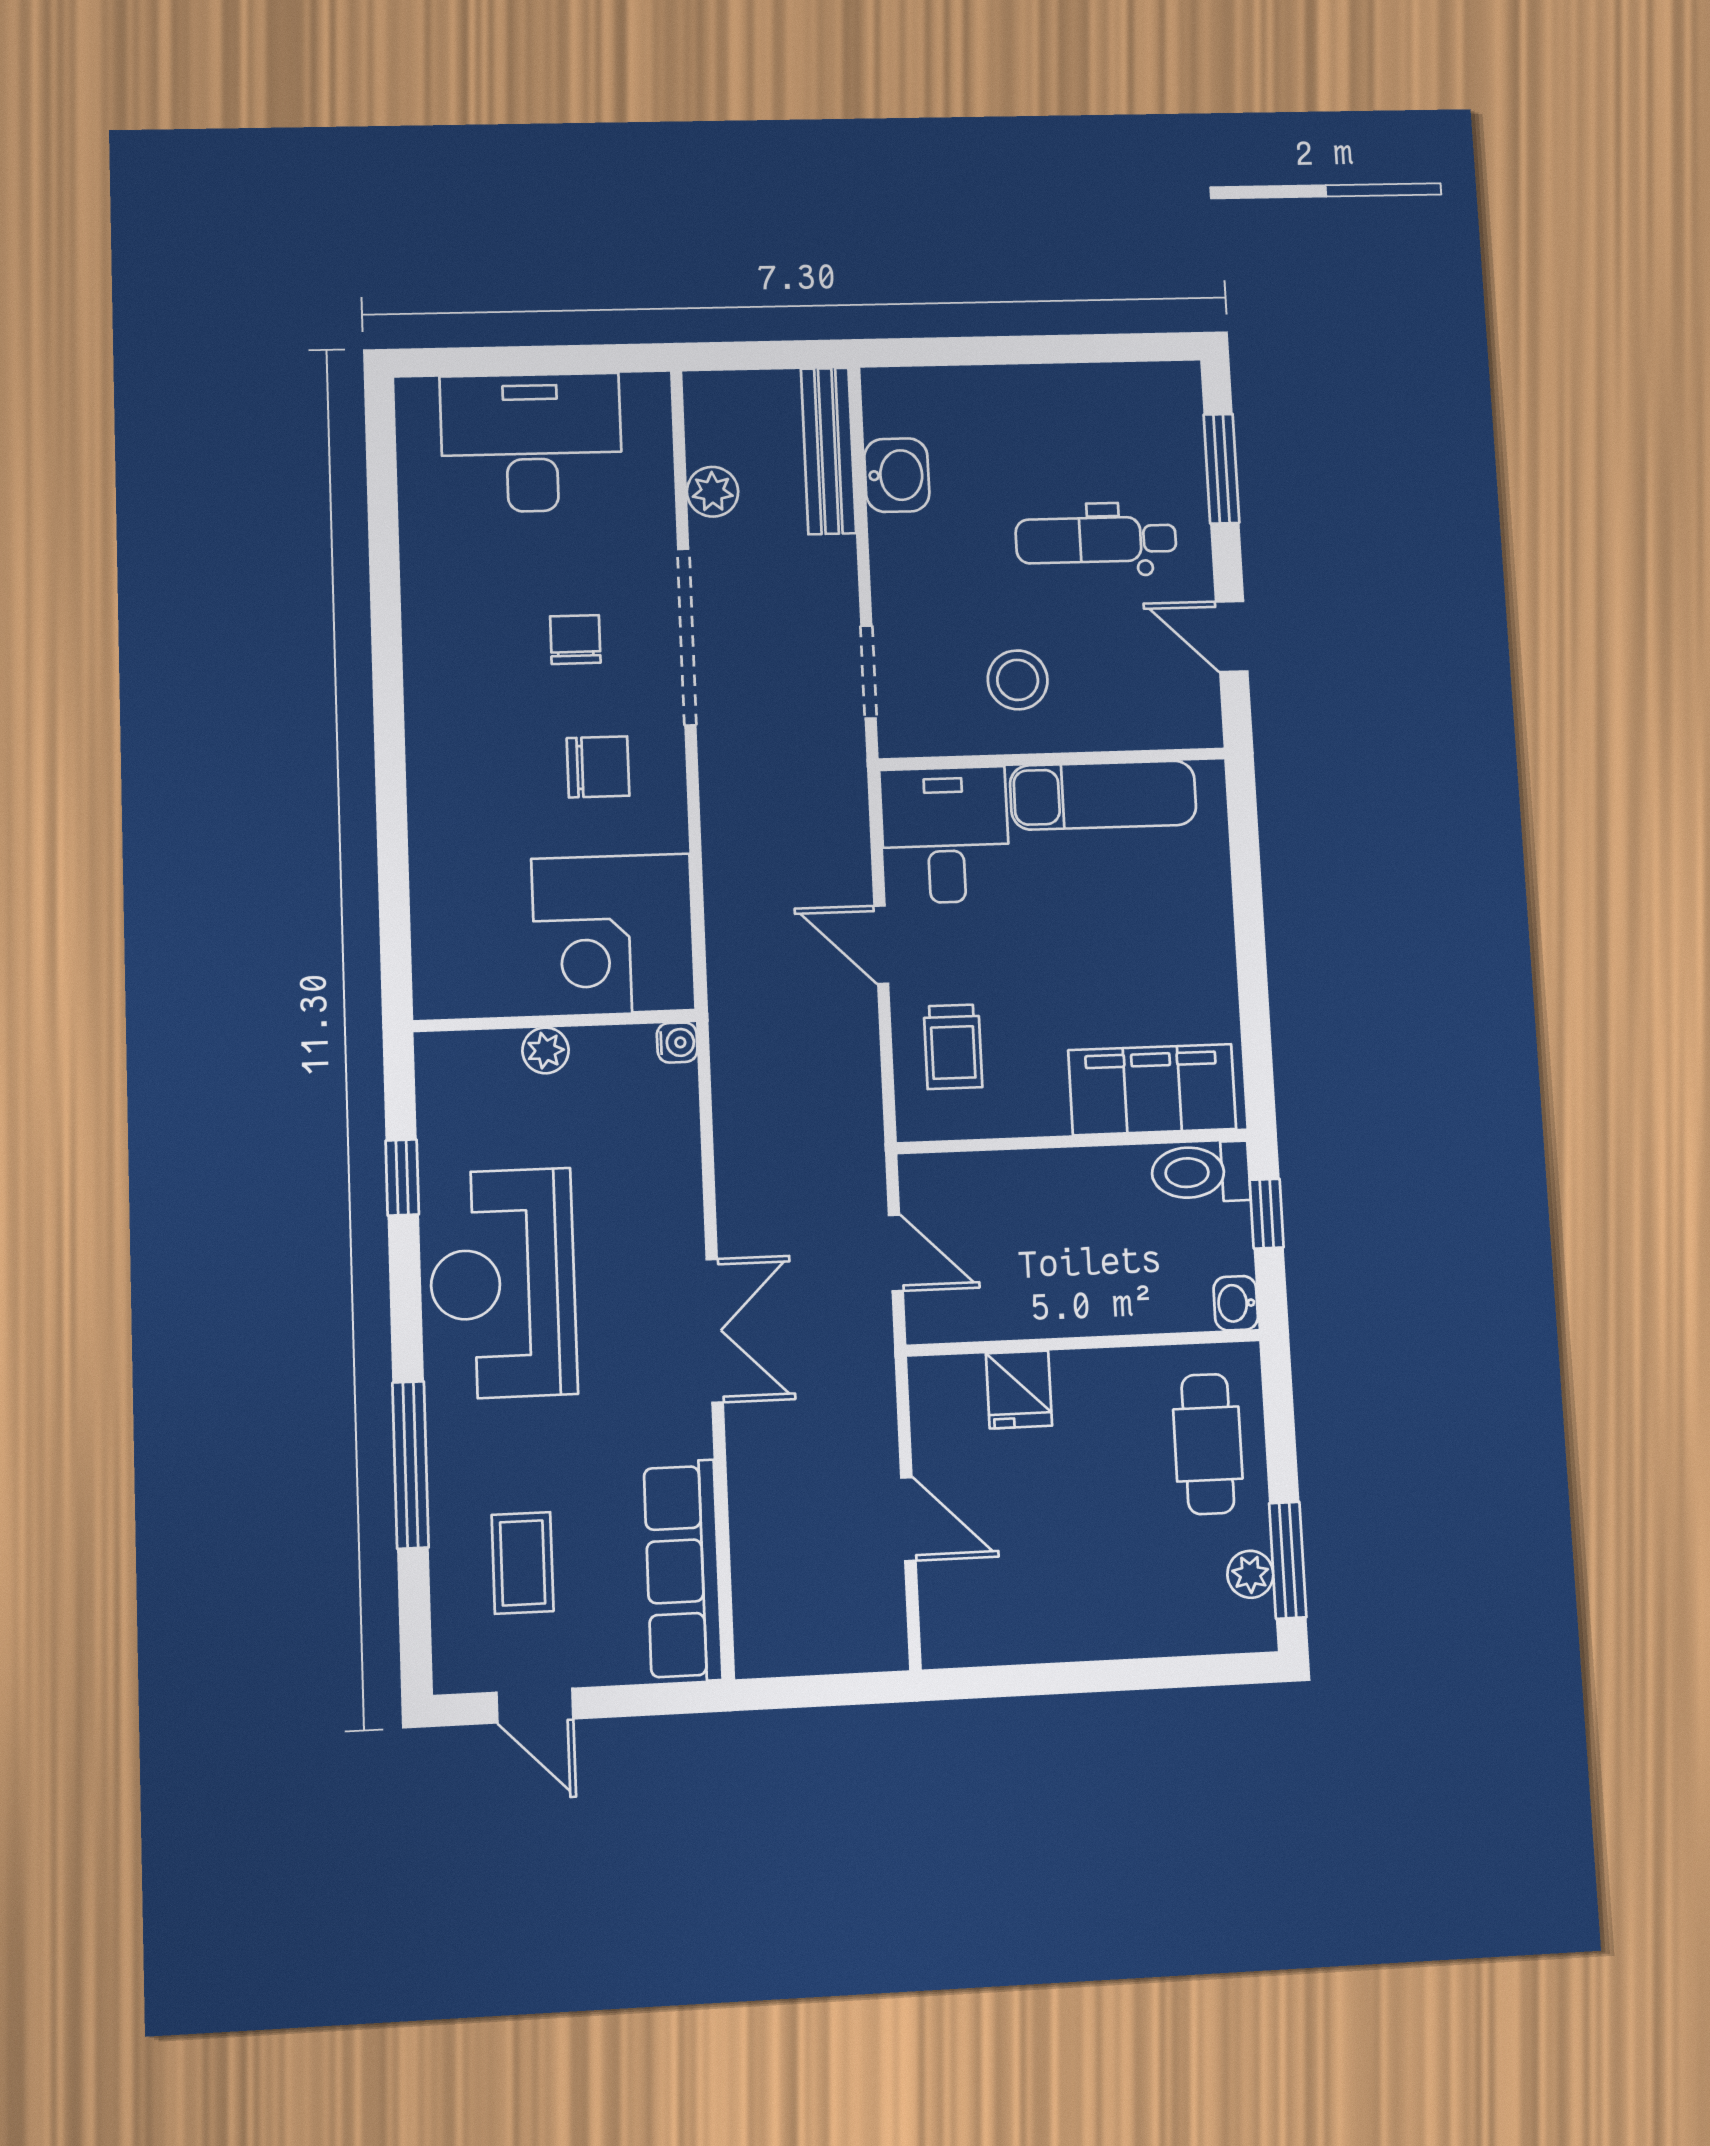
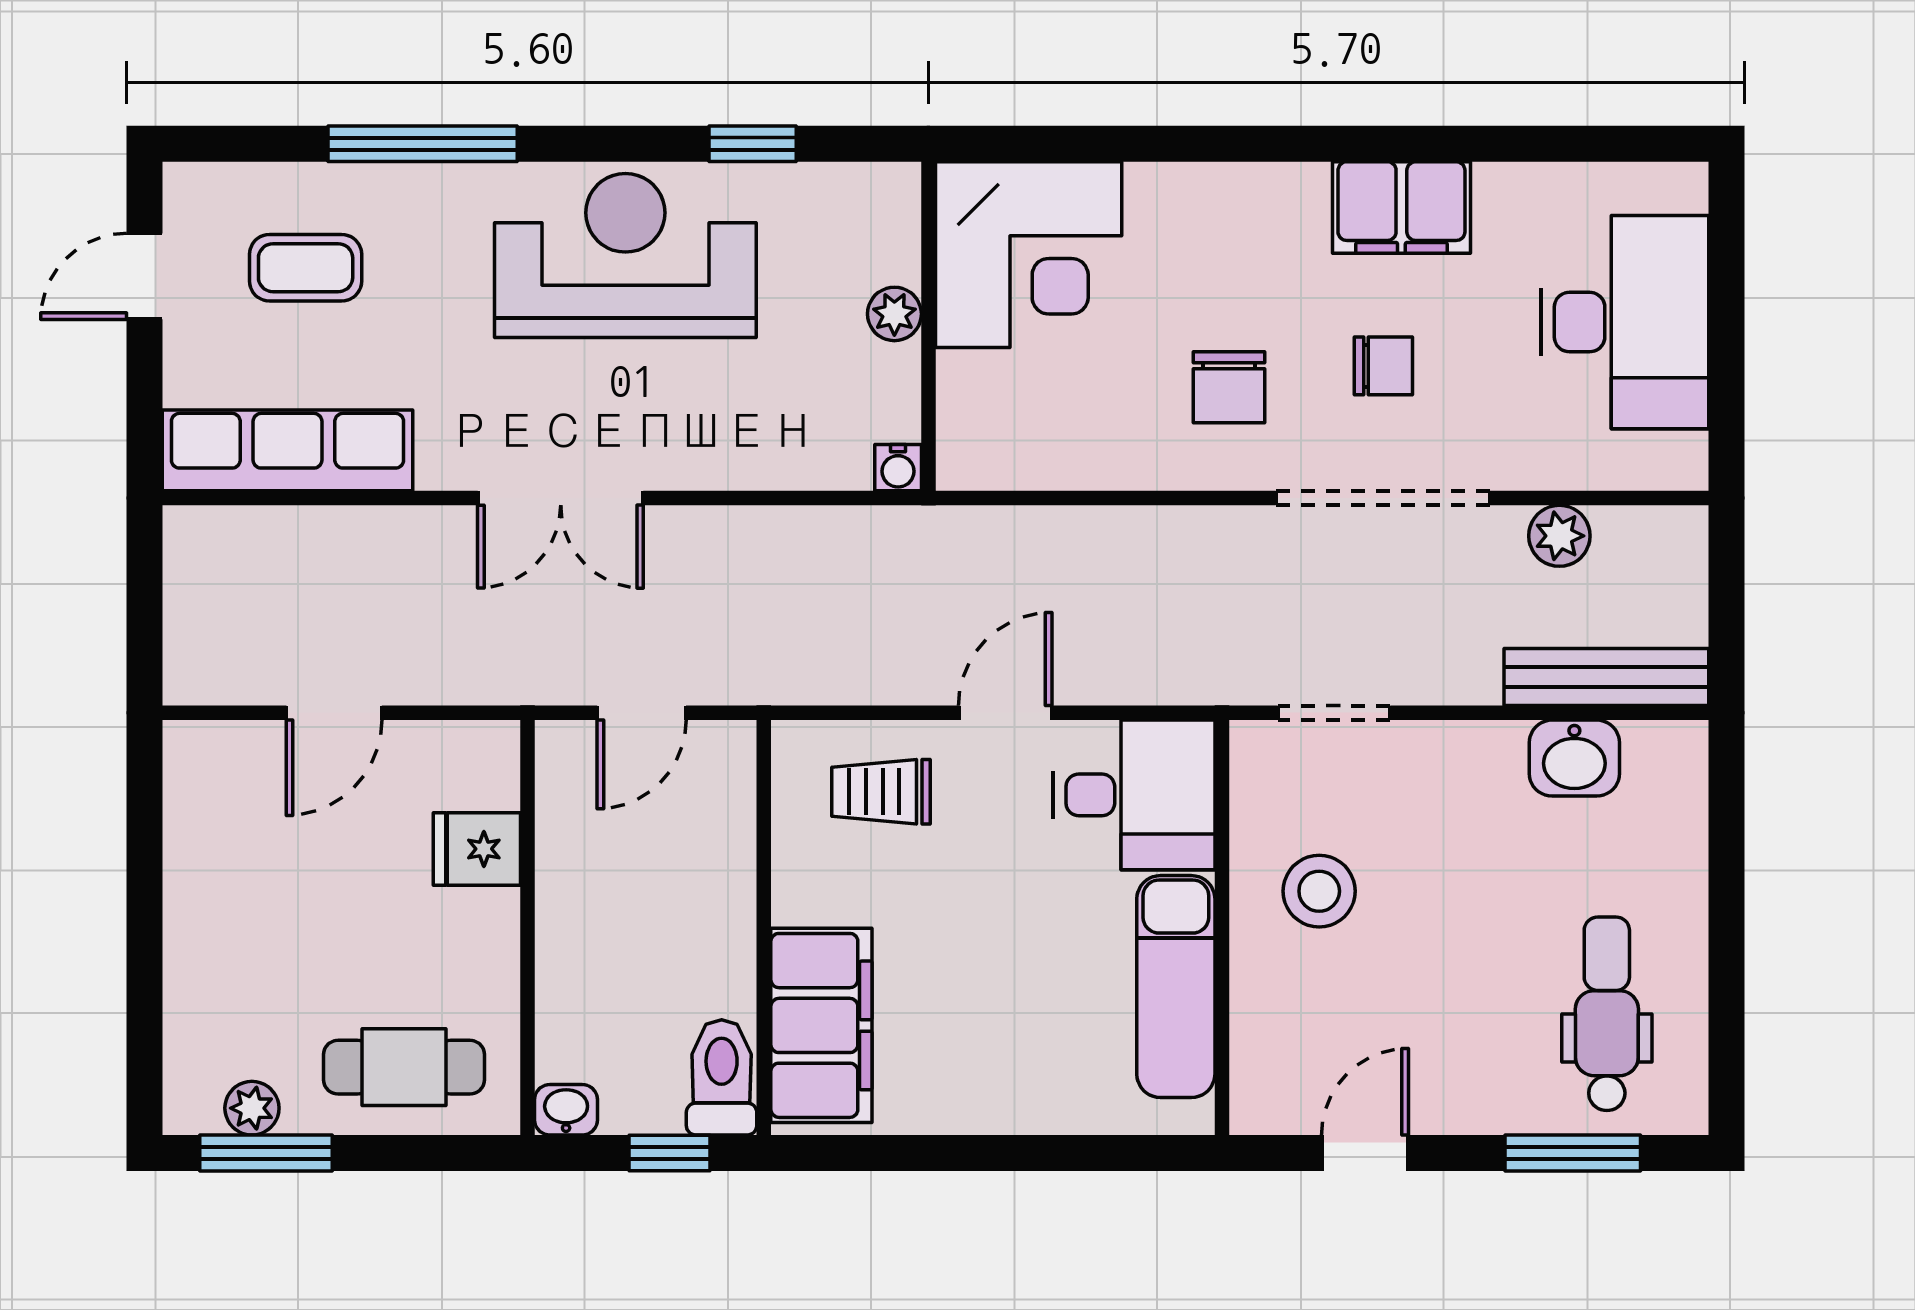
dental chair: (1096, 540) -> (1607, 1014), moved
filing cabinet: (441, 628) -> (1401, 208), added
corner desk: (613, 934) -> (1029, 255), moved, turned 180

